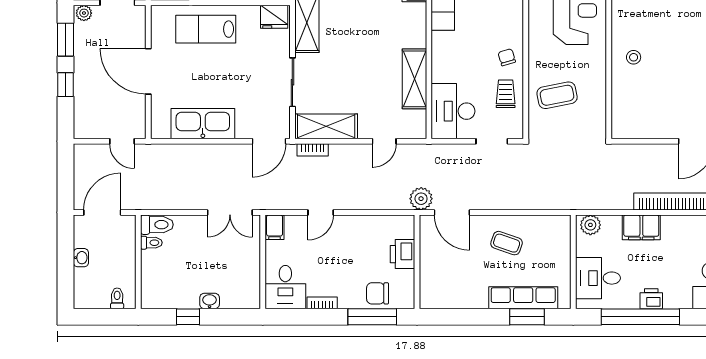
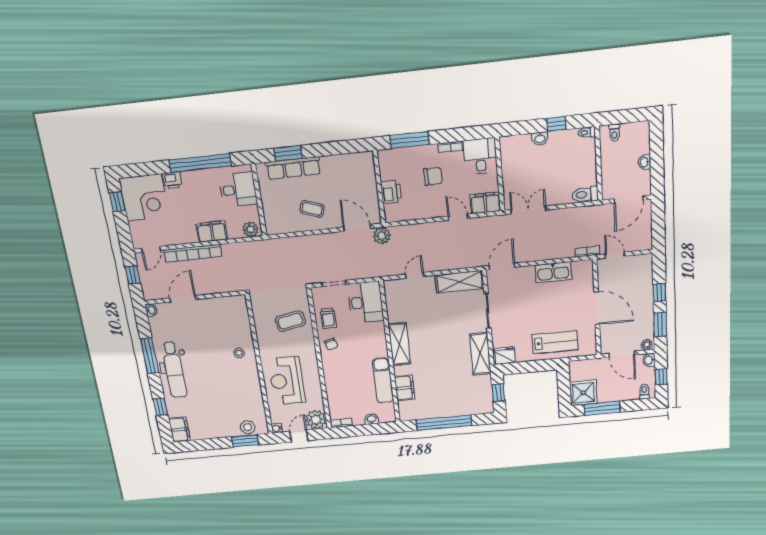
shelving: (414, 79) -> (399, 344), moved
kitchen sink: (203, 124) -> (553, 272), width x0.73, depth x0.81
bookcase: (313, 150) -> (587, 251), moved
door: (321, 212) -> (458, 217), hinge flipped
filing cabinet: (275, 227) -> (485, 203), width x2.00
toilet: (151, 243) -> (587, 133), moved
chair: (378, 293) -> (433, 176), moved
printer: (651, 299) -> (173, 180), moved

